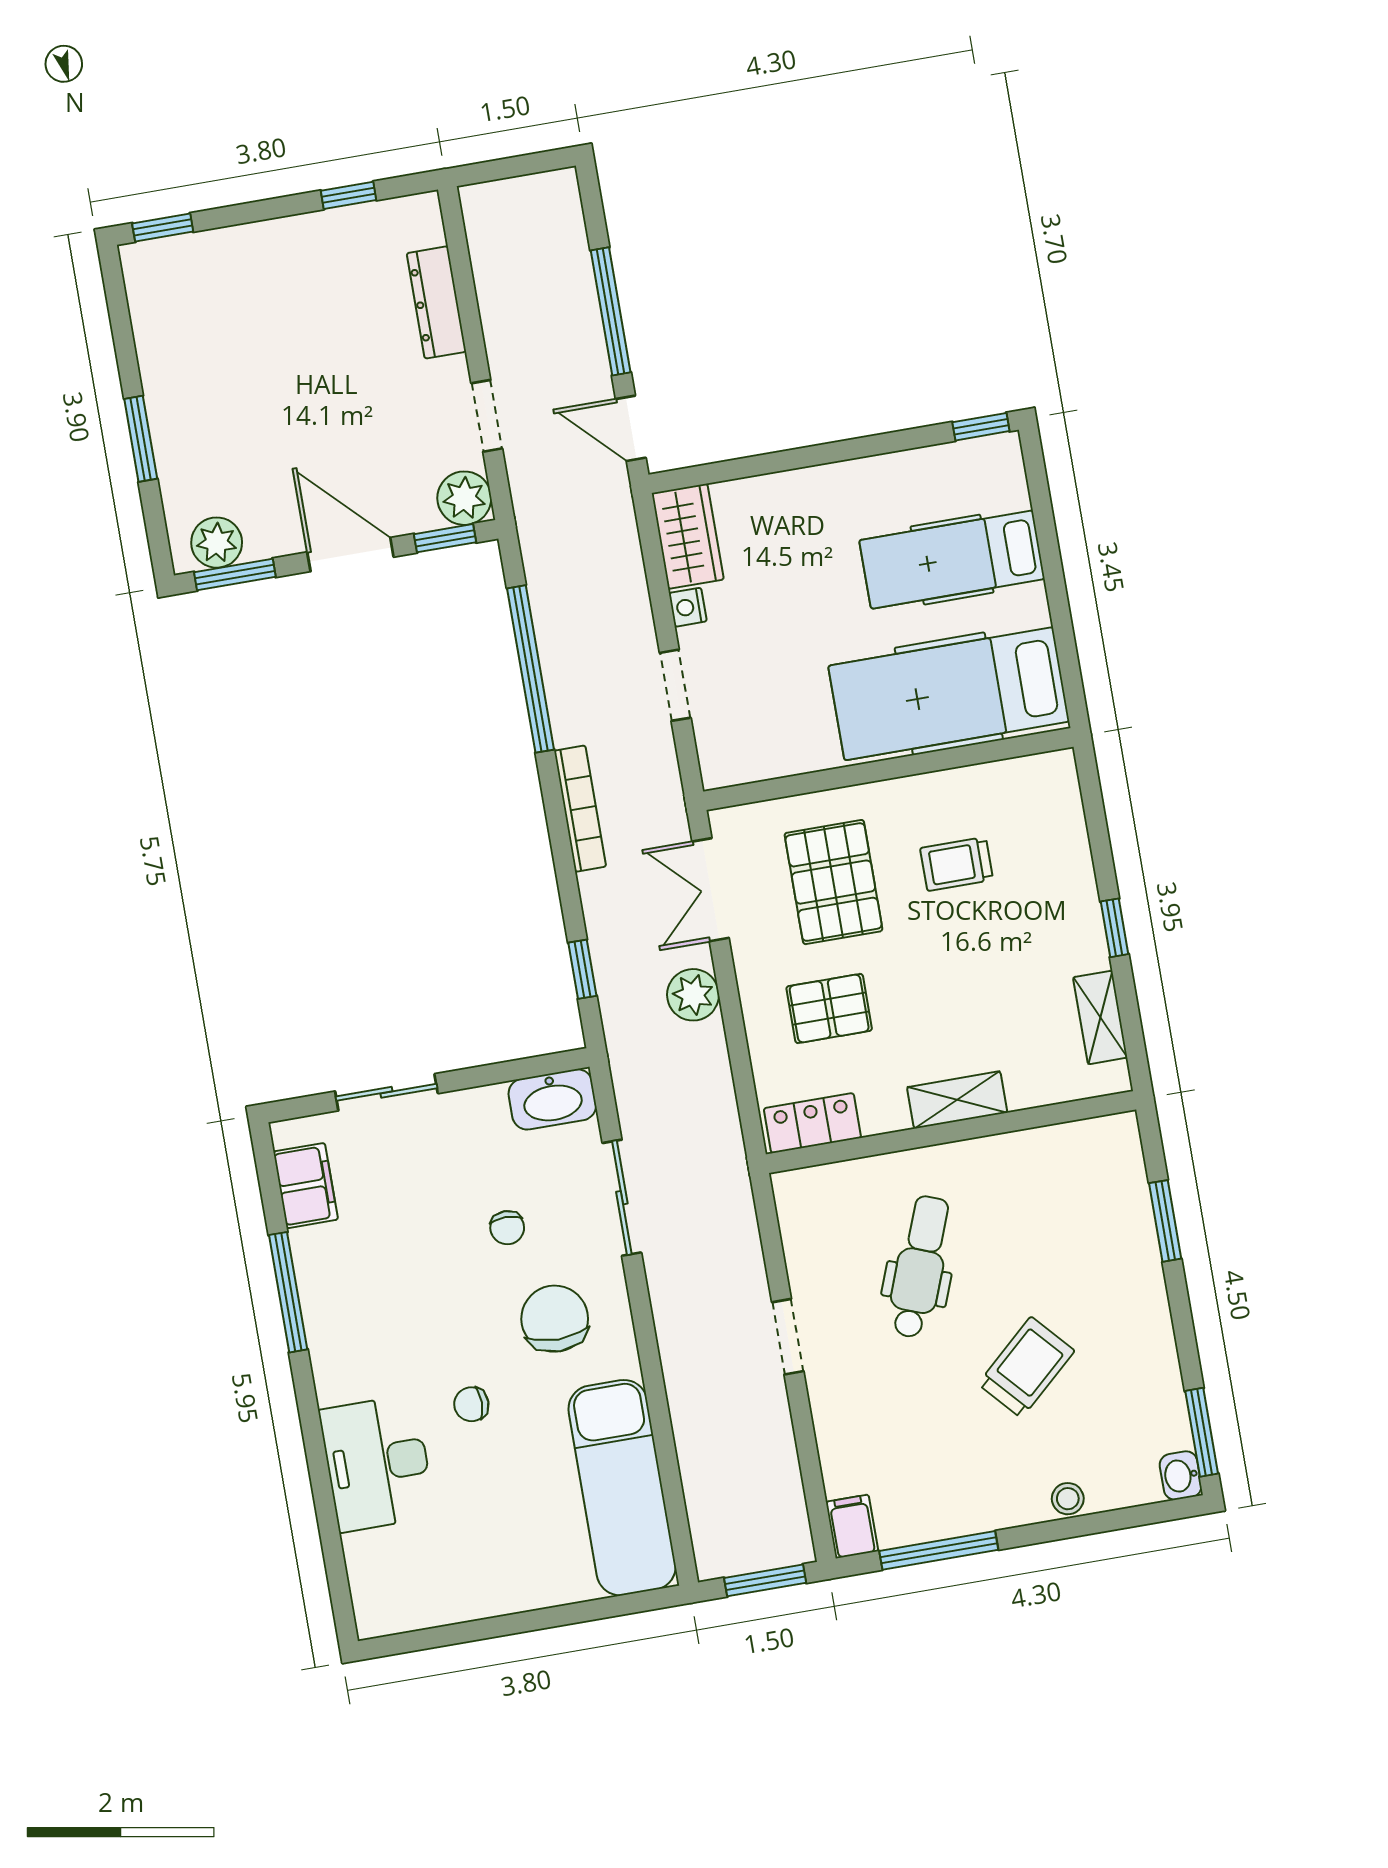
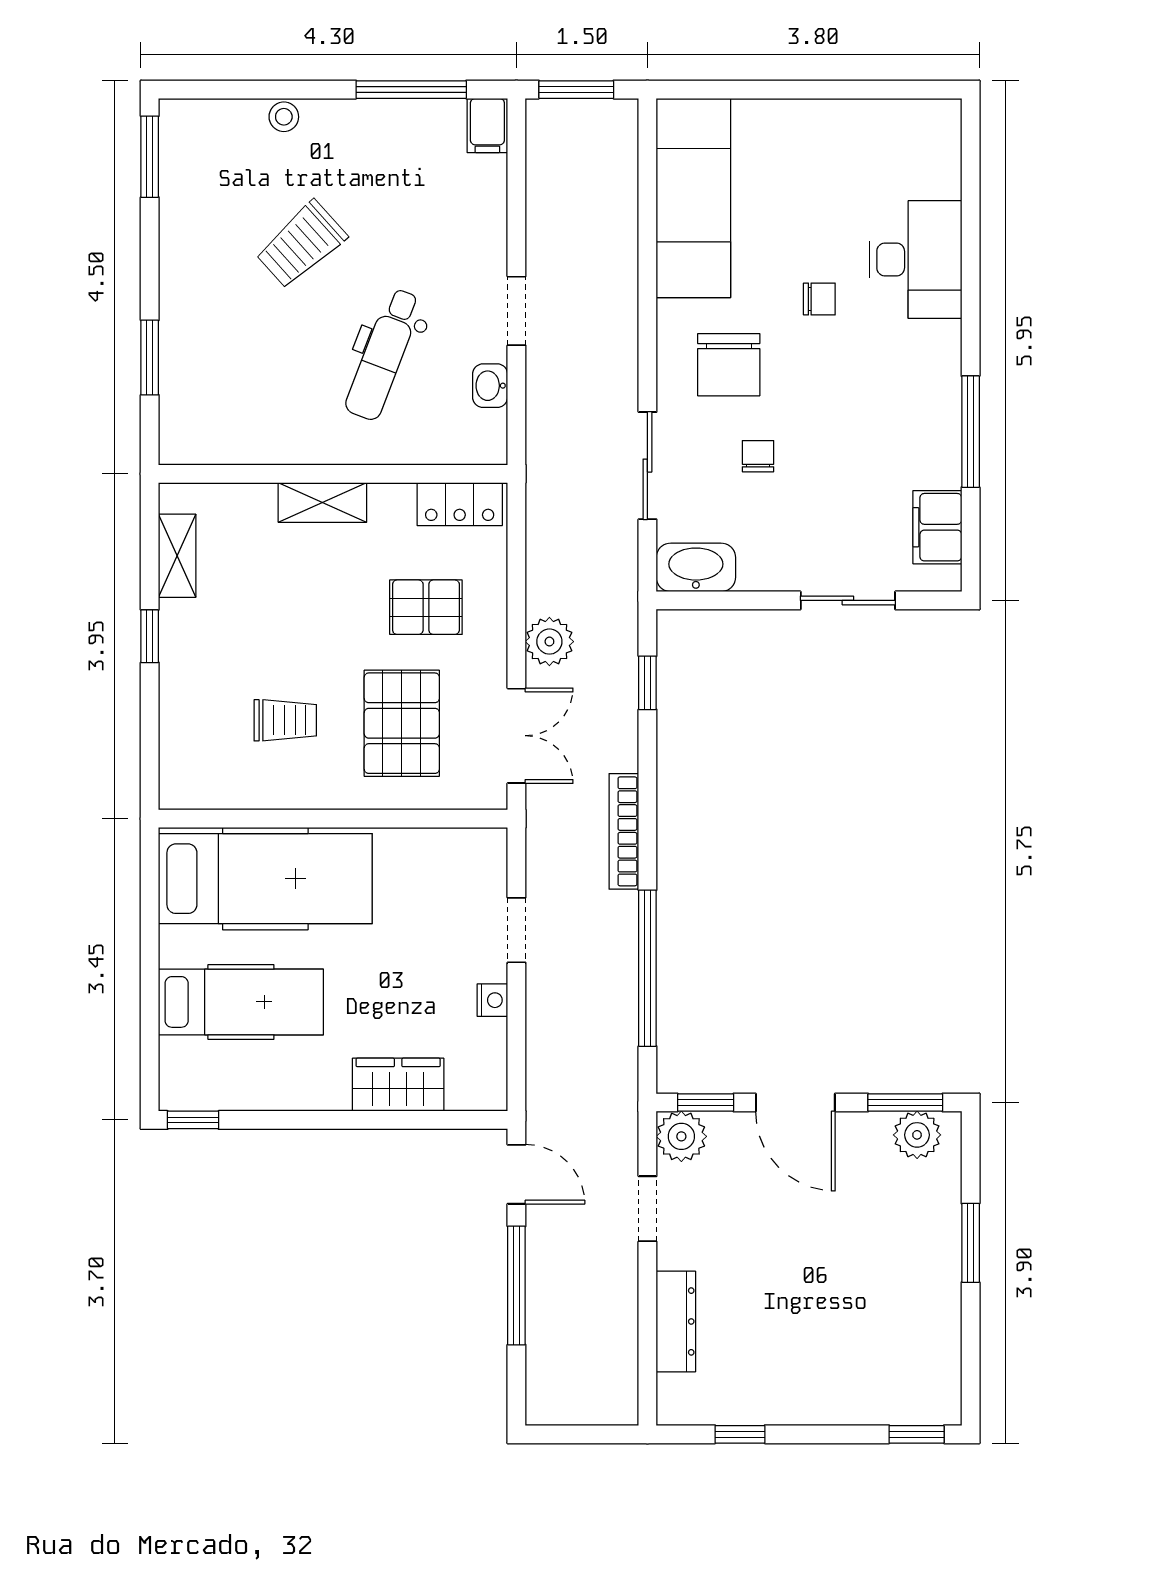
wardrobe: (688, 536) -> (398, 1085), moved, turned 90
washbasin: (1181, 1476) -> (490, 386), moved, turned 180

